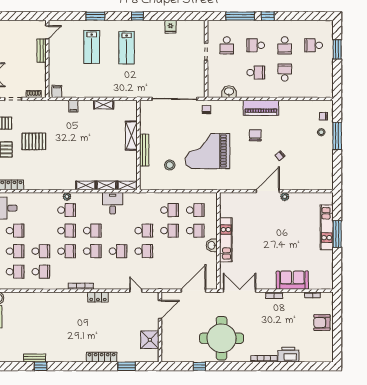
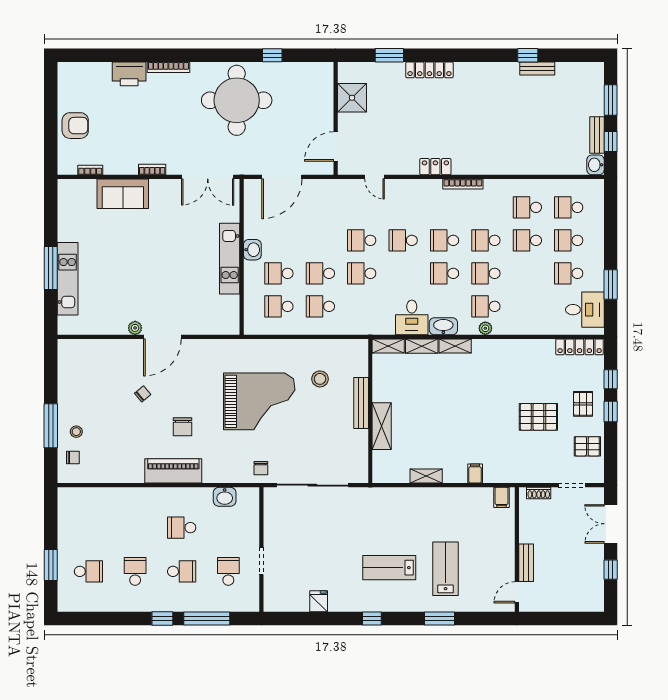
lab bench: (127, 48) -> (389, 568), turned -90
school desk: (285, 73) -> (135, 528), removed
washbasin: (93, 198) -> (443, 326), added

